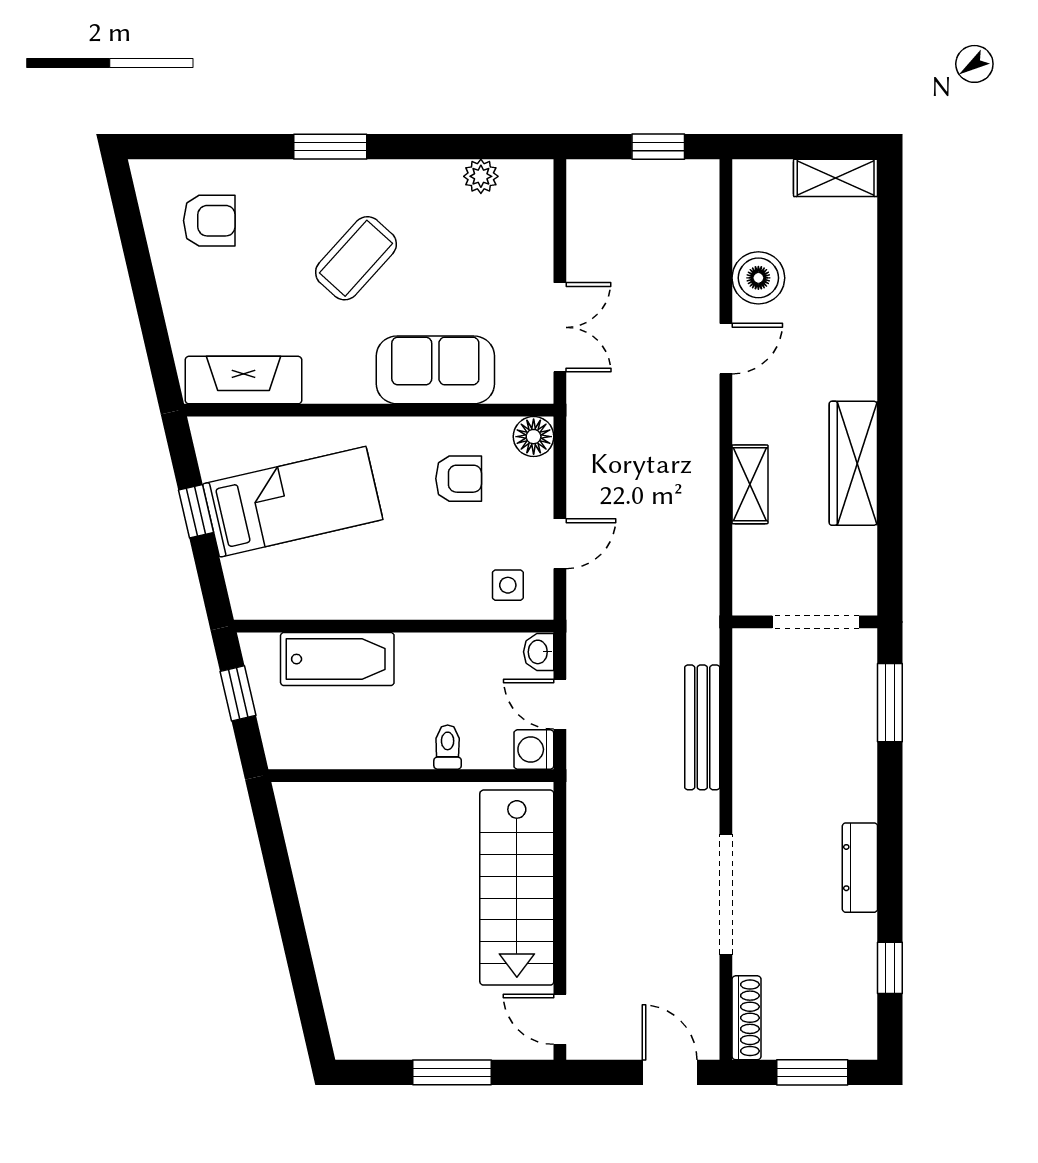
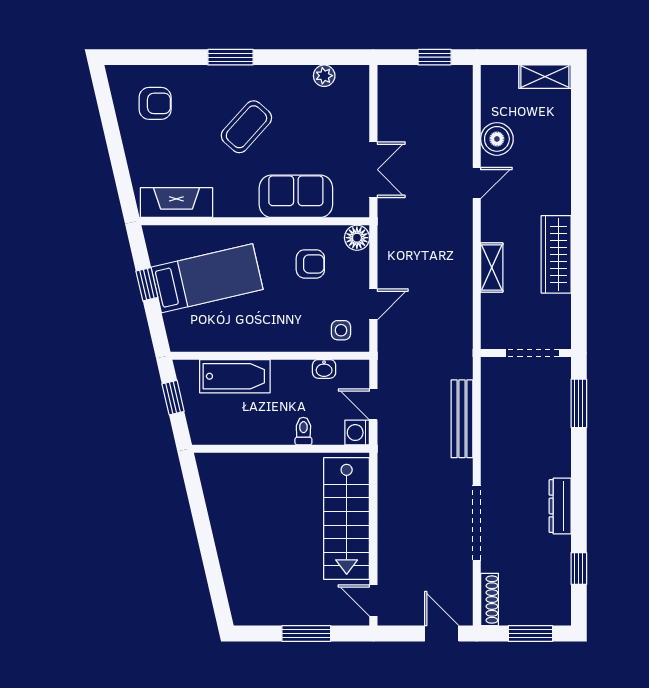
washbasin: (539, 652) -> (324, 369), moved, turned -90

